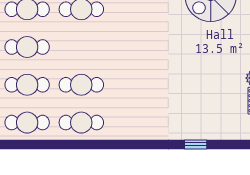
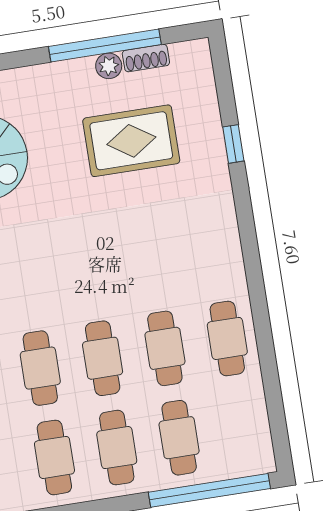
rug: (207, 84) -> (131, 141), added
cafe table: (27, 123) -> (103, 358), moved

